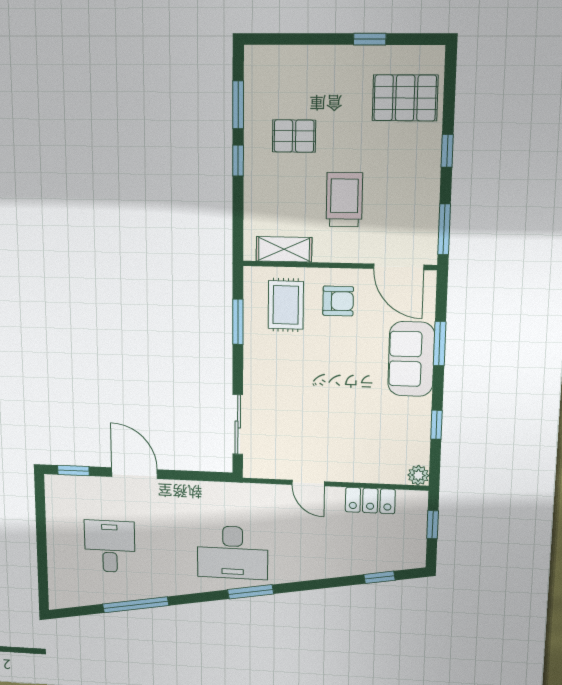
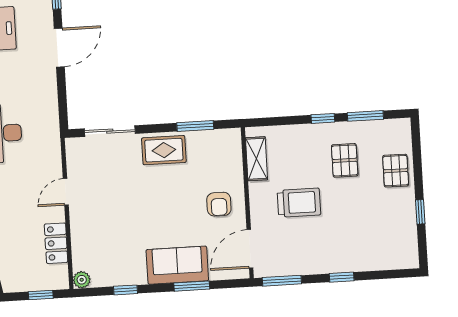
pallet: (405, 98) -> (396, 171), moved, width x0.67, depth x0.71
rug: (286, 305) -> (164, 150), moved

